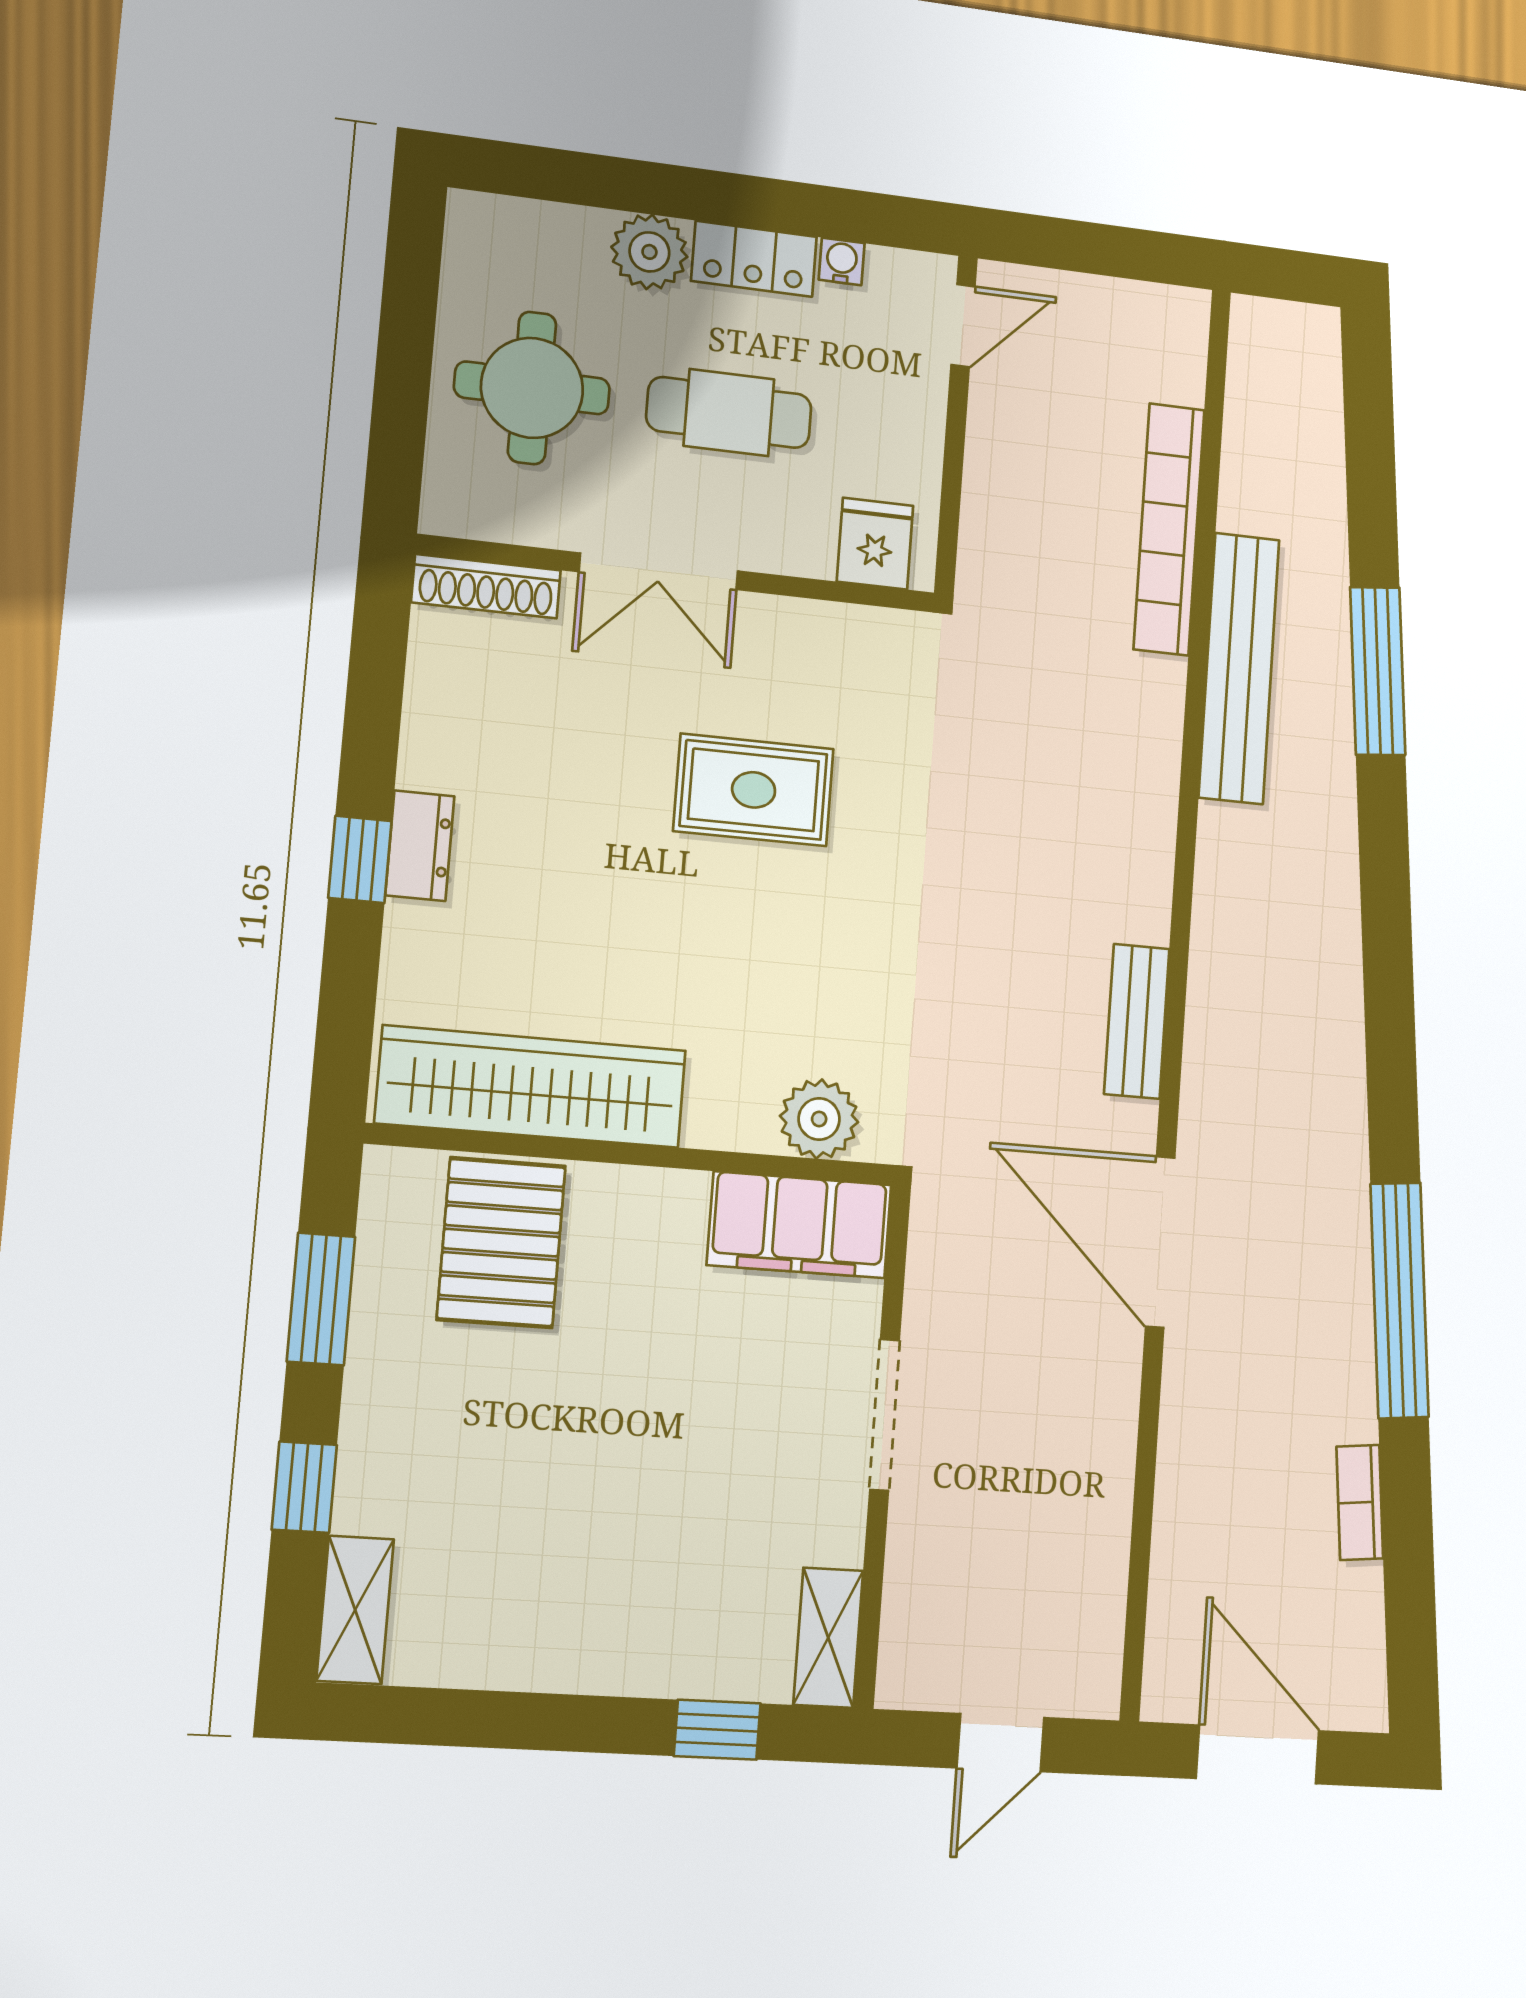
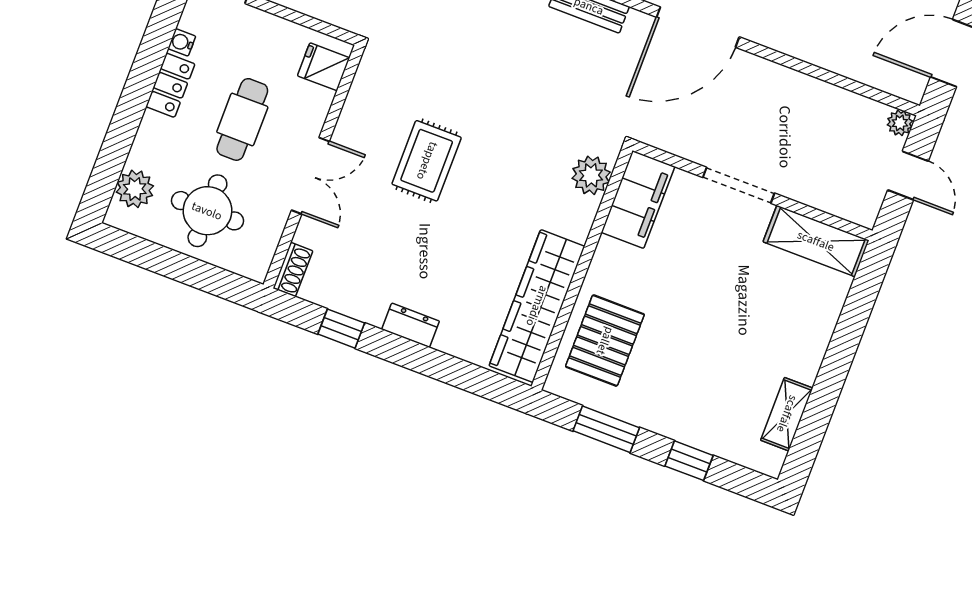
plant: (649, 252) -> (135, 189), moved
shoe rack: (486, 586) -> (293, 269), width x0.70
window: (360, 859) -> (341, 329), moved
pallet: (501, 1243) -> (605, 341), turned 90
shelving: (355, 1610) -> (787, 414), moved, turned 90
shelving: (828, 1638) -> (816, 241), width x1.50, depth x1.33
plant: (1096, 1693) -> (900, 123), added
window: (717, 1730) -> (858, 306), removed

